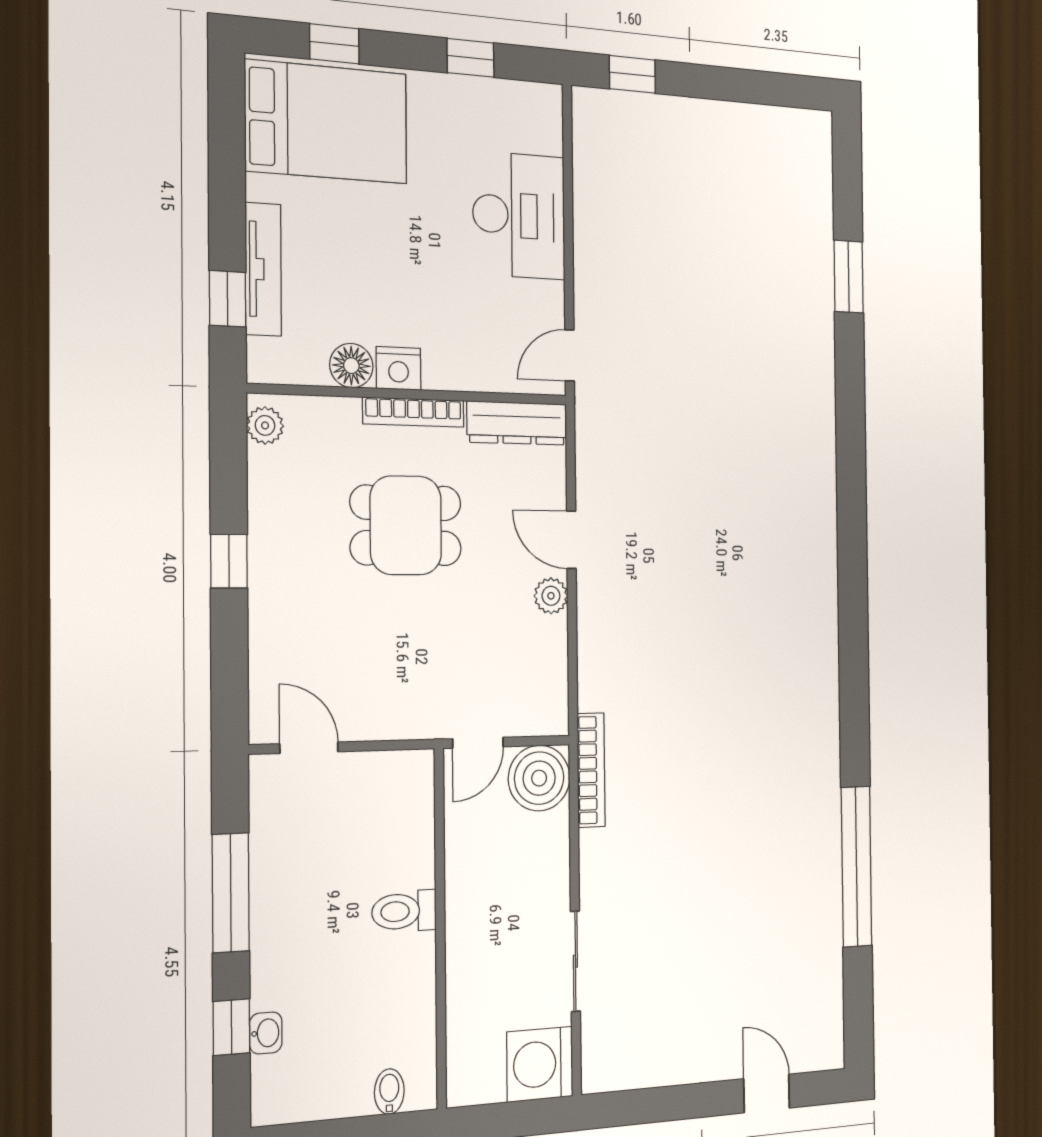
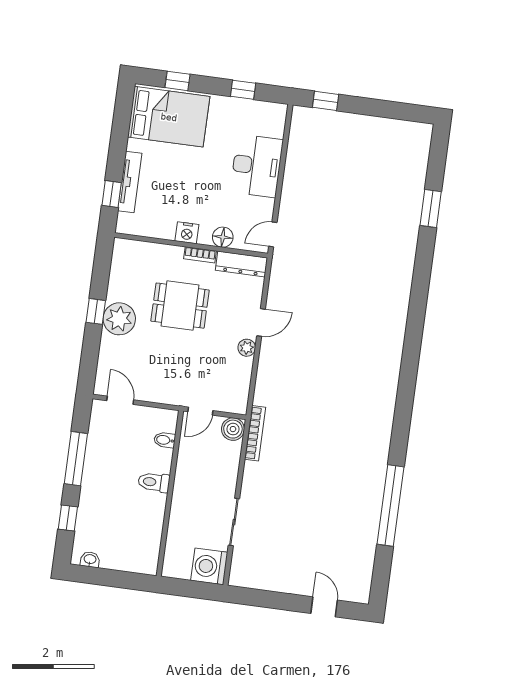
floor lamp: (351, 366) -> (223, 237), moved
bookcase: (413, 412) -> (200, 255), width x0.64
plant: (265, 425) -> (119, 319), moved, width x1.88, depth x1.88
door: (571, 540) -> (261, 322), swing flipped
boiler: (539, 778) -> (233, 429), width x0.73, depth x0.73
washbasin: (266, 1033) -> (90, 560), moved, turned -90
bidet: (389, 1092) -> (165, 440), moved, turned -90

